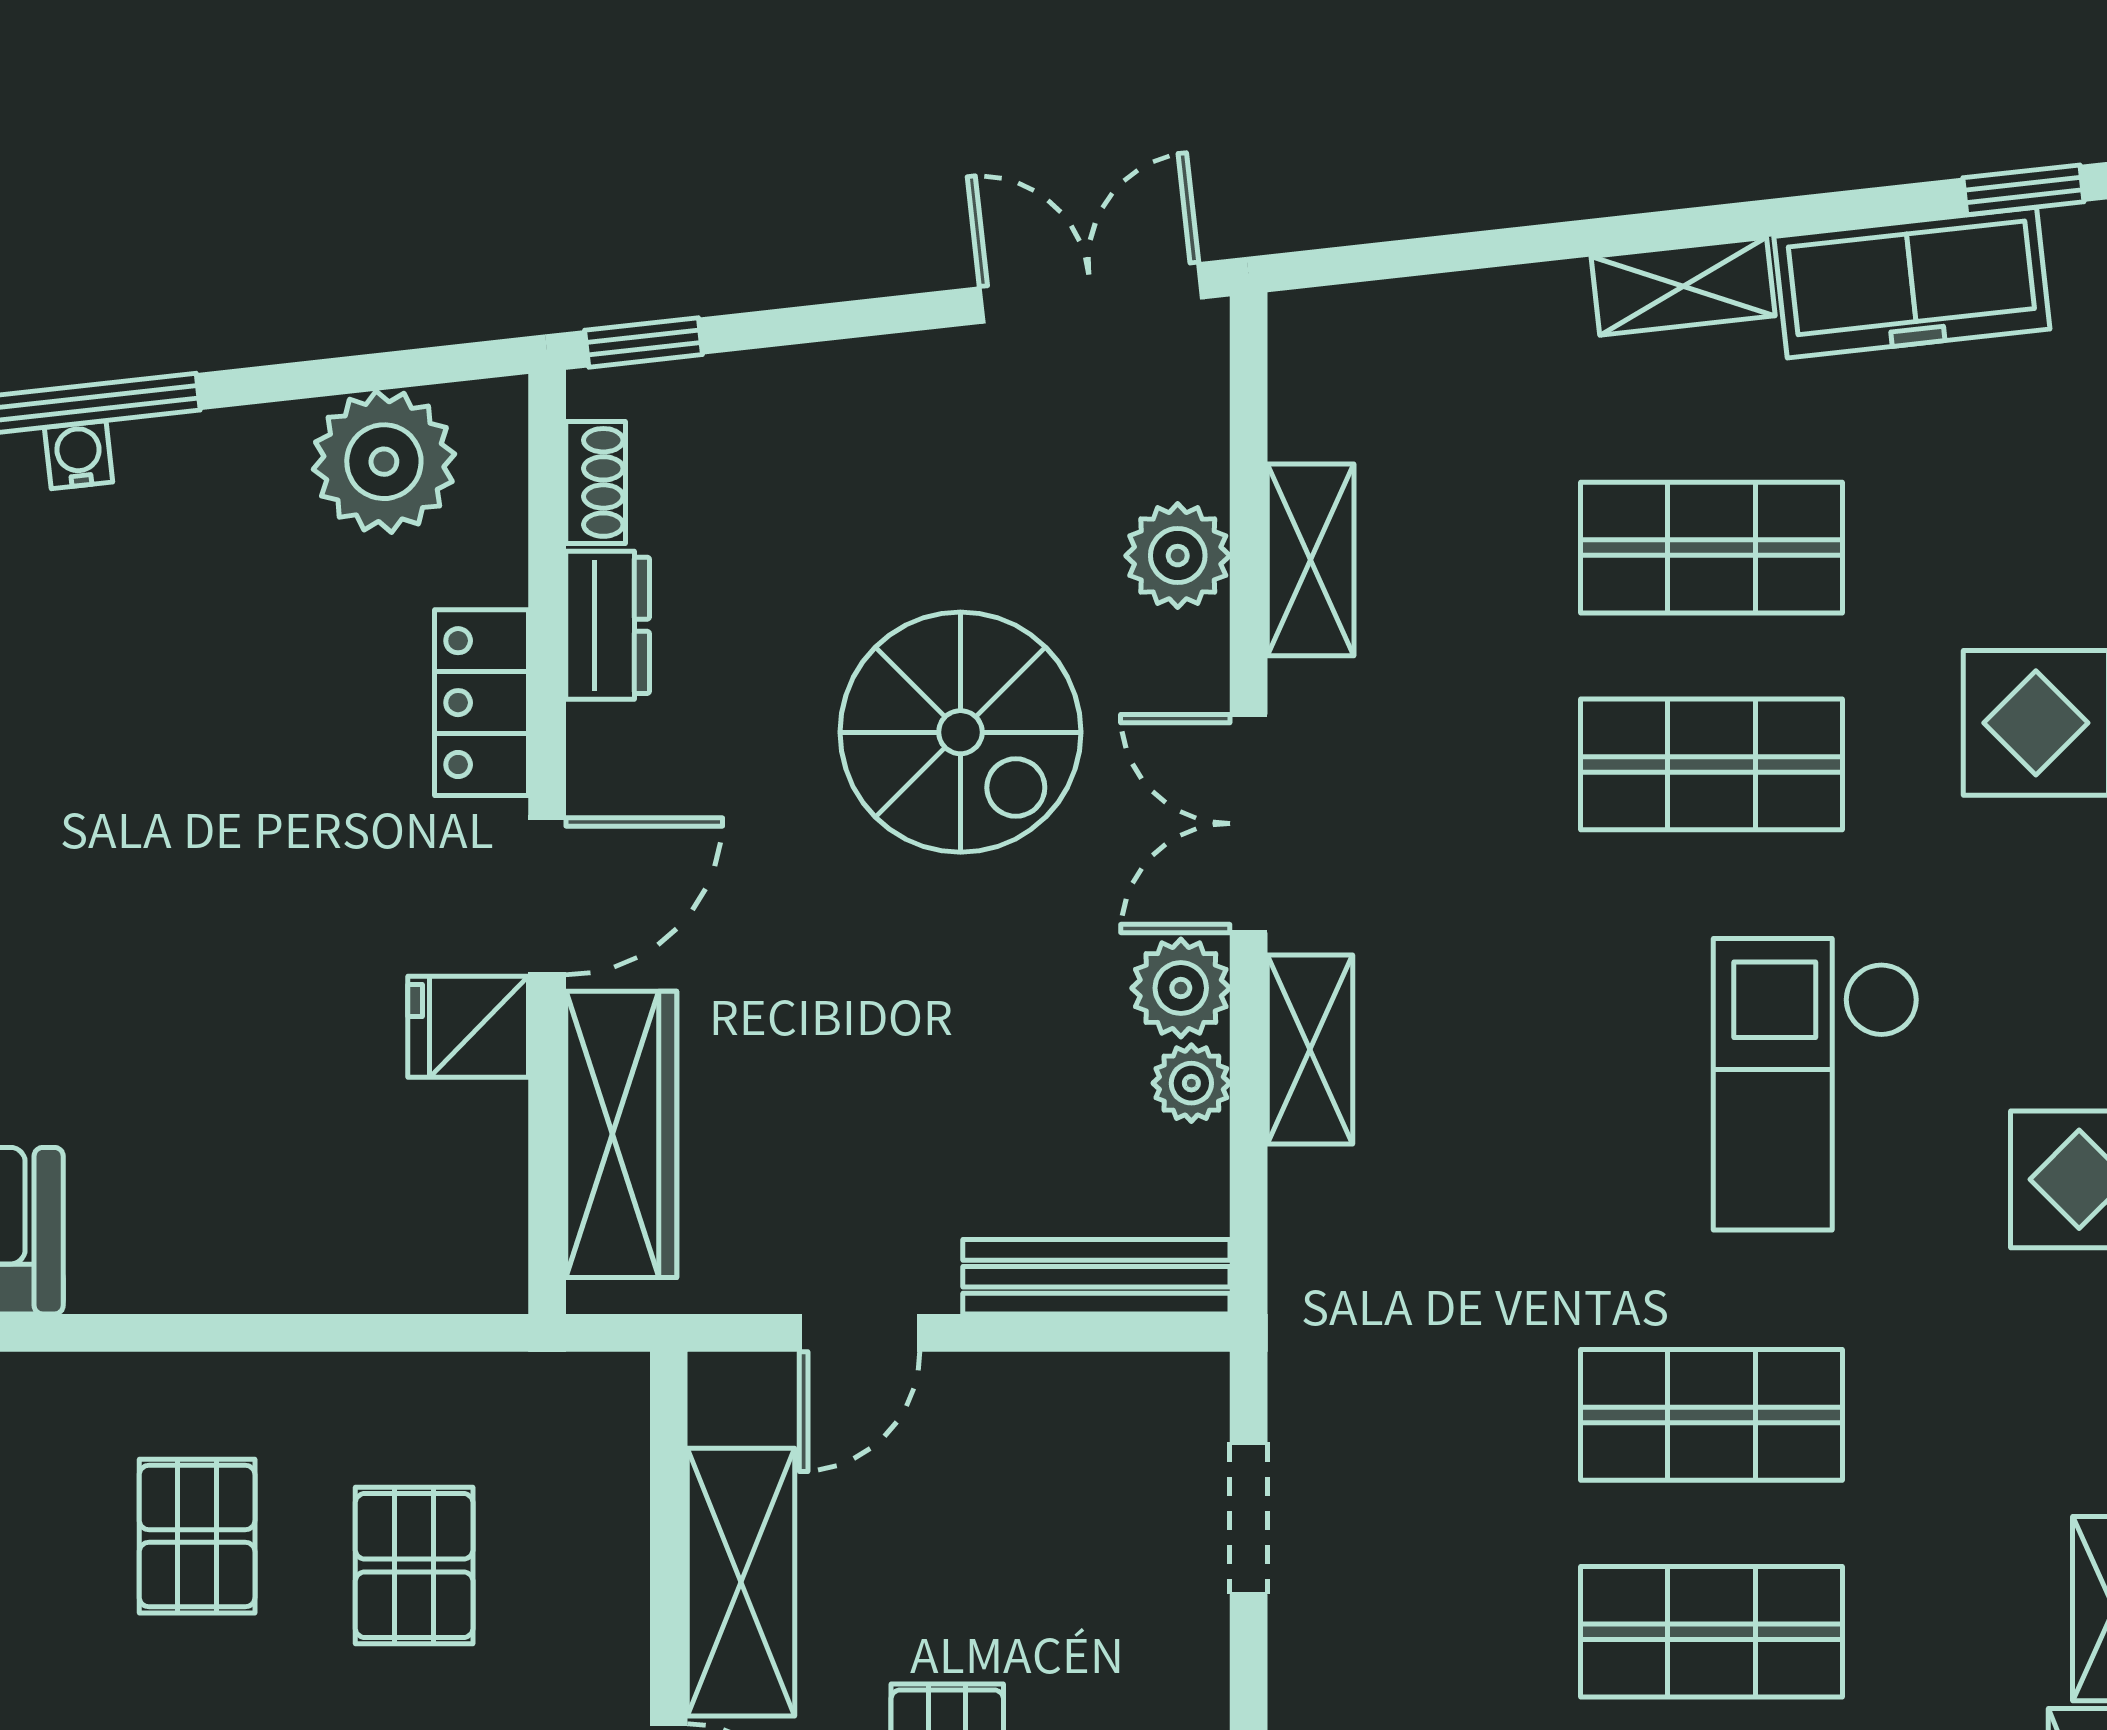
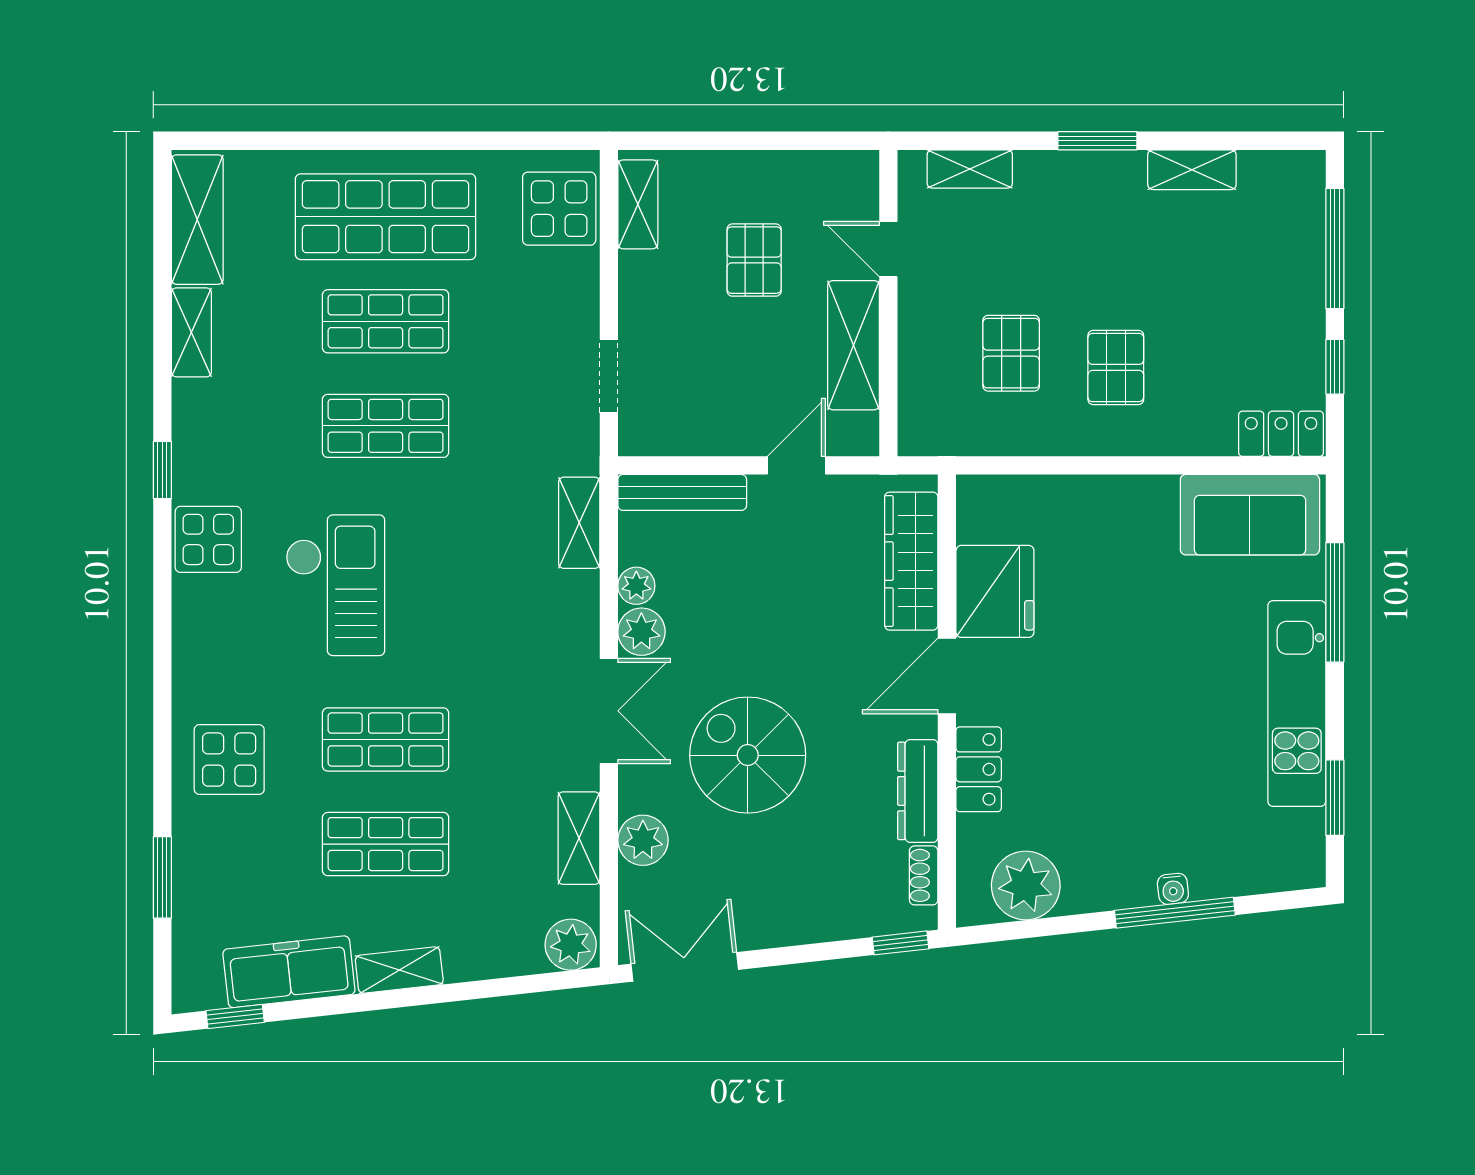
double door: (1091, 293) -> (685, 967), swing flipped
plant: (1328, 339) -> (571, 945), added
dresser: (608, 625) -> (918, 791), width x1.44
fridge: (468, 1027) -> (995, 591), width x1.88, depth x1.34
shelving: (1310, 1049) -> (579, 523), moved

